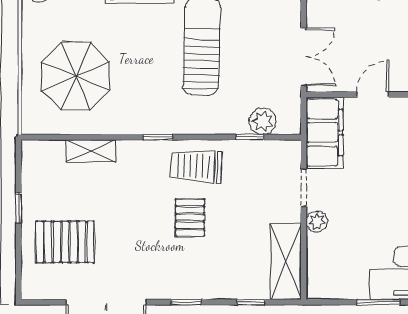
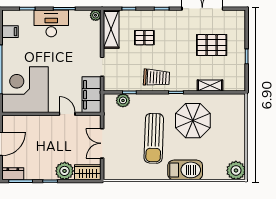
double door: (304, 57) -> (102, 143), moved
parasol: (76, 76) -> (193, 121), moved
door: (373, 95) -> (67, 114), swing flipped
pallet: (190, 218) -> (144, 38), moved, turned 90
plant: (317, 221) -> (96, 15), moved
pallet: (65, 242) -> (212, 45), moved

